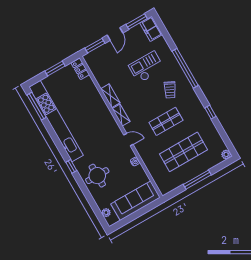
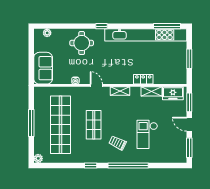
freezer: (151, 29) -> (173, 93), moved, turned 180
checkout: (146, 67) -> (147, 134), turned 180
locker: (80, 69) -> (143, 79), moved
shelving: (110, 96) -> (151, 91), moved
window: (210, 112) -> (91, 165), moved
door: (128, 140) -> (96, 85), swing flipped
shop shelf: (183, 152) -> (60, 125), width x1.40
sofa: (135, 201) -> (43, 68), width x0.73

